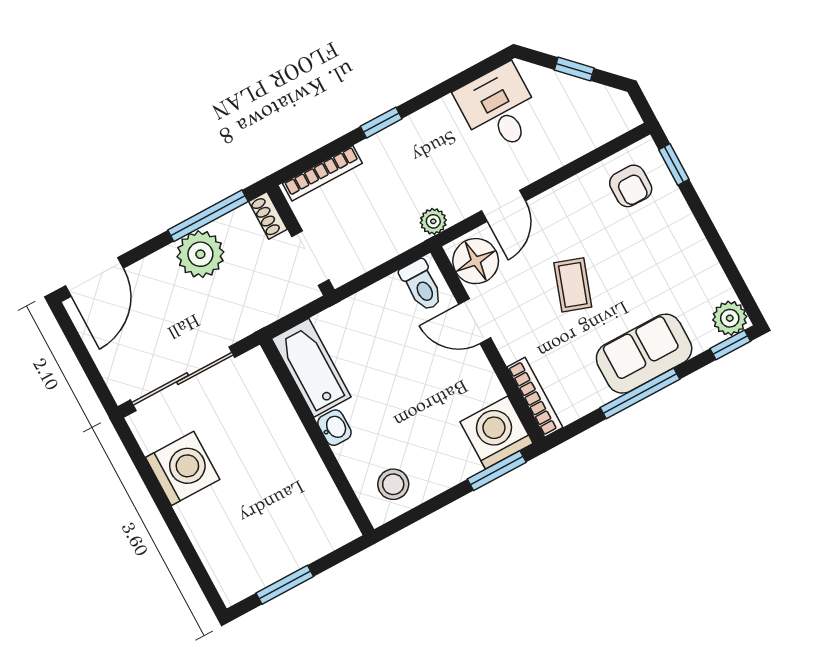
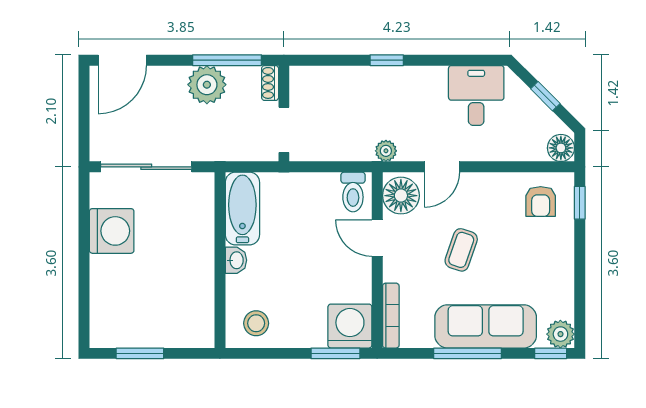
floor lamp: (621, 116) -> (561, 148), added
bookcase: (322, 173) -> (325, 74), removed
sofa: (644, 354) -> (486, 326), width x1.36

